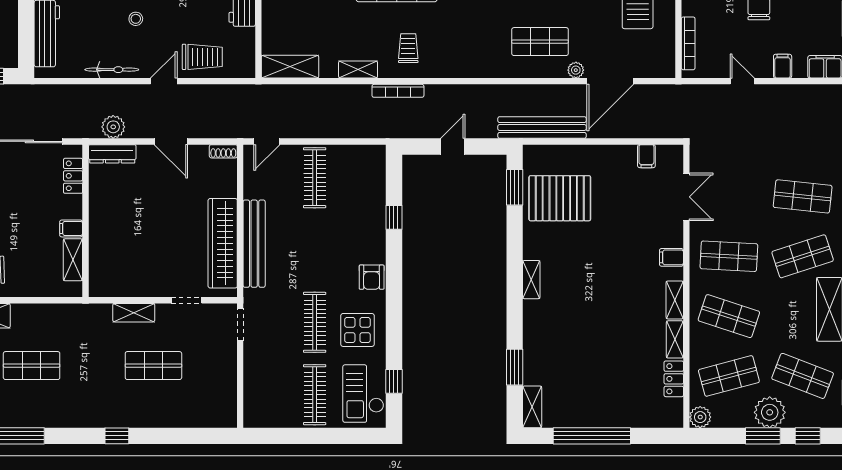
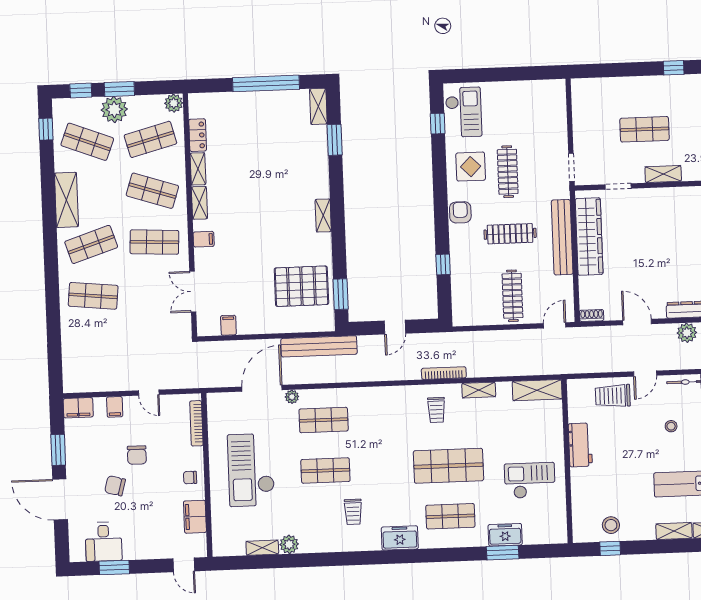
clothes rail: (315, 395) -> (510, 234), moved, turned 90

